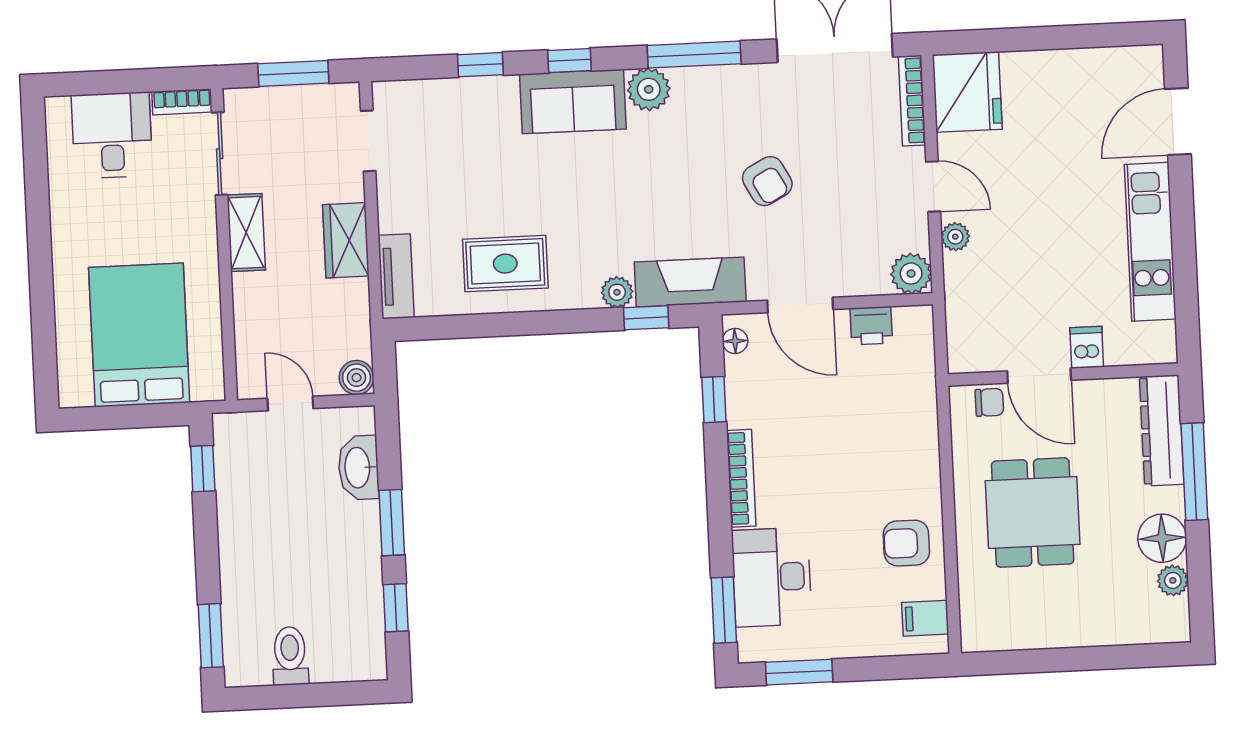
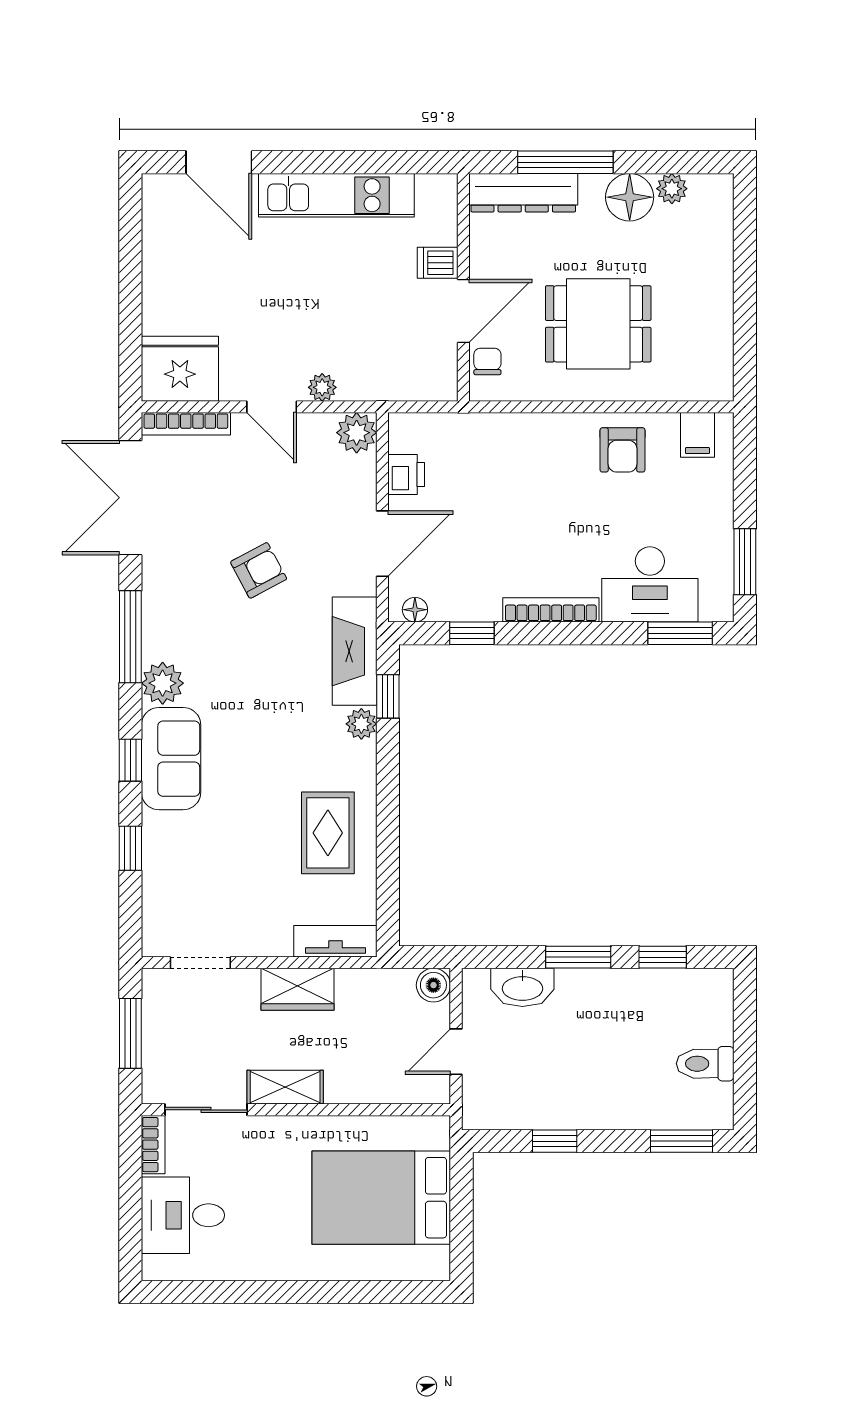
door: (933, 186) -> (272, 407), swing flipped
window: (203, 469) -> (555, 1141), moved

